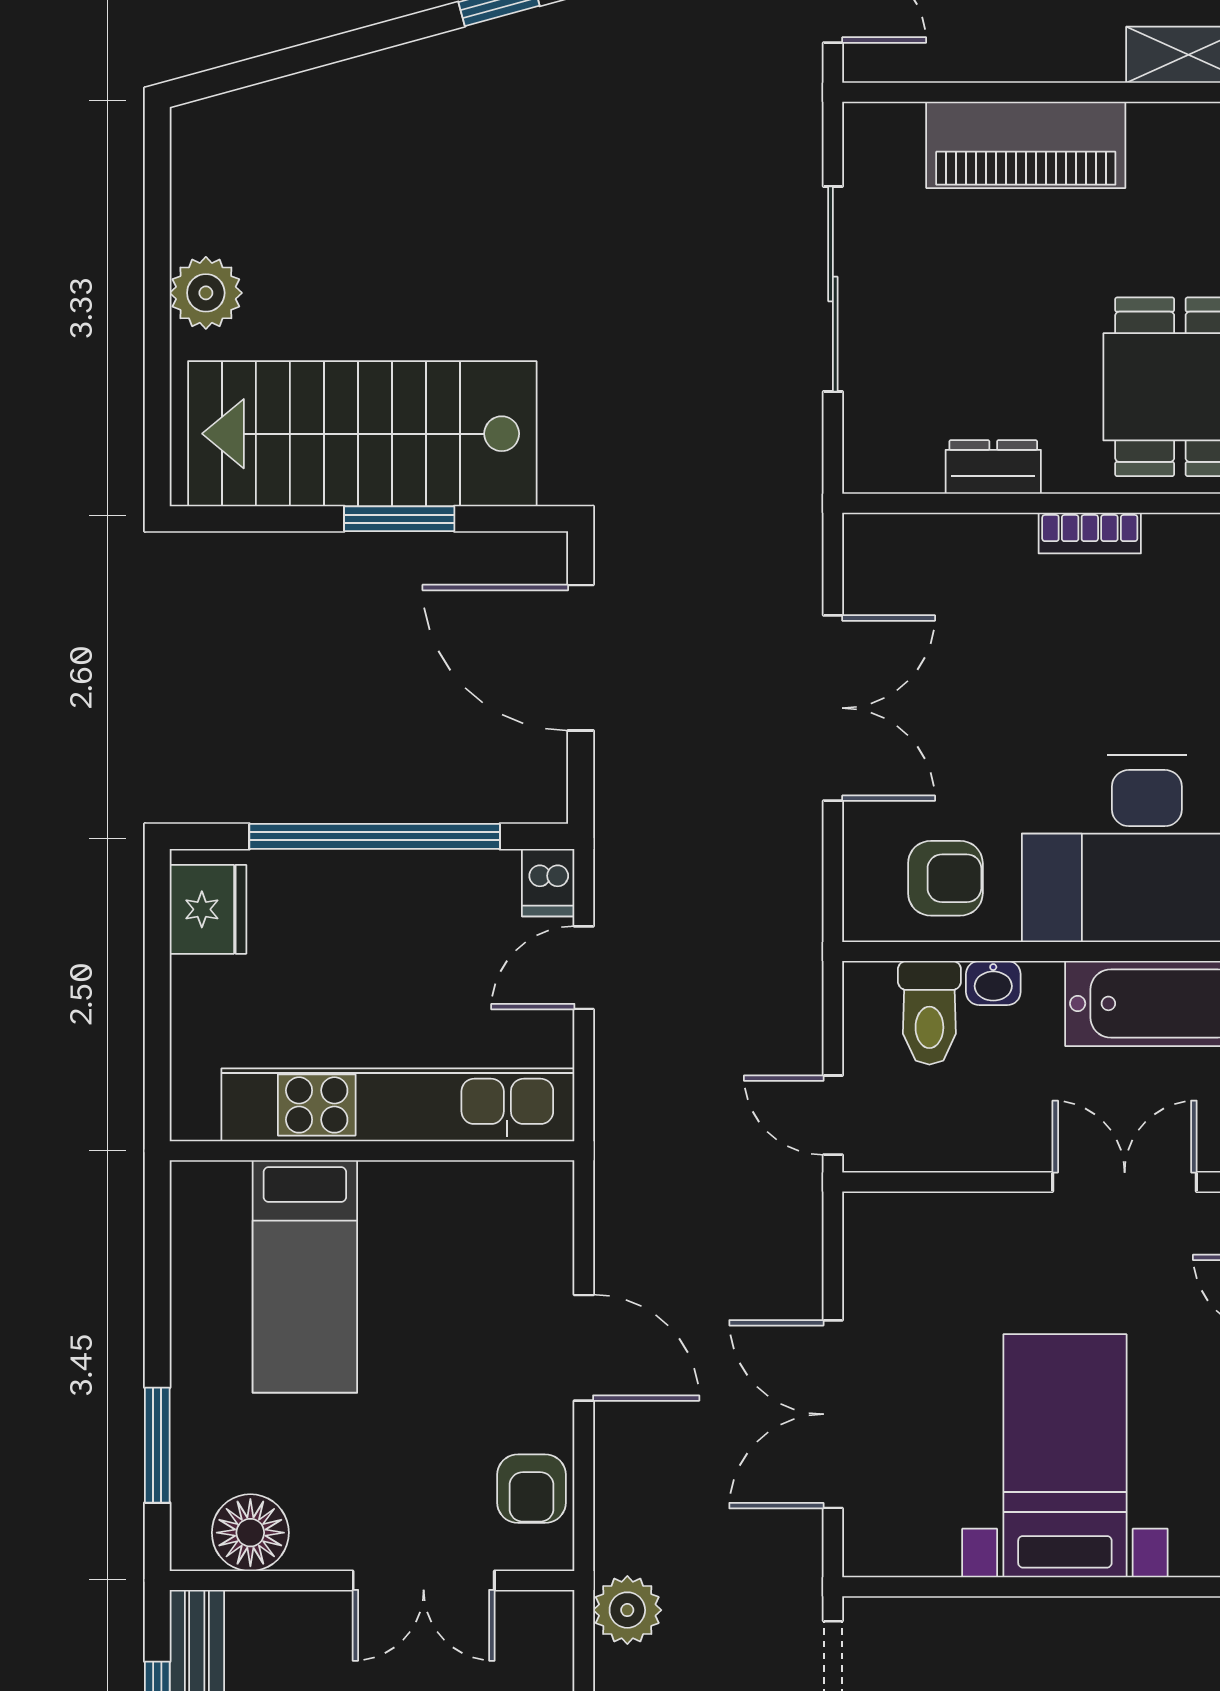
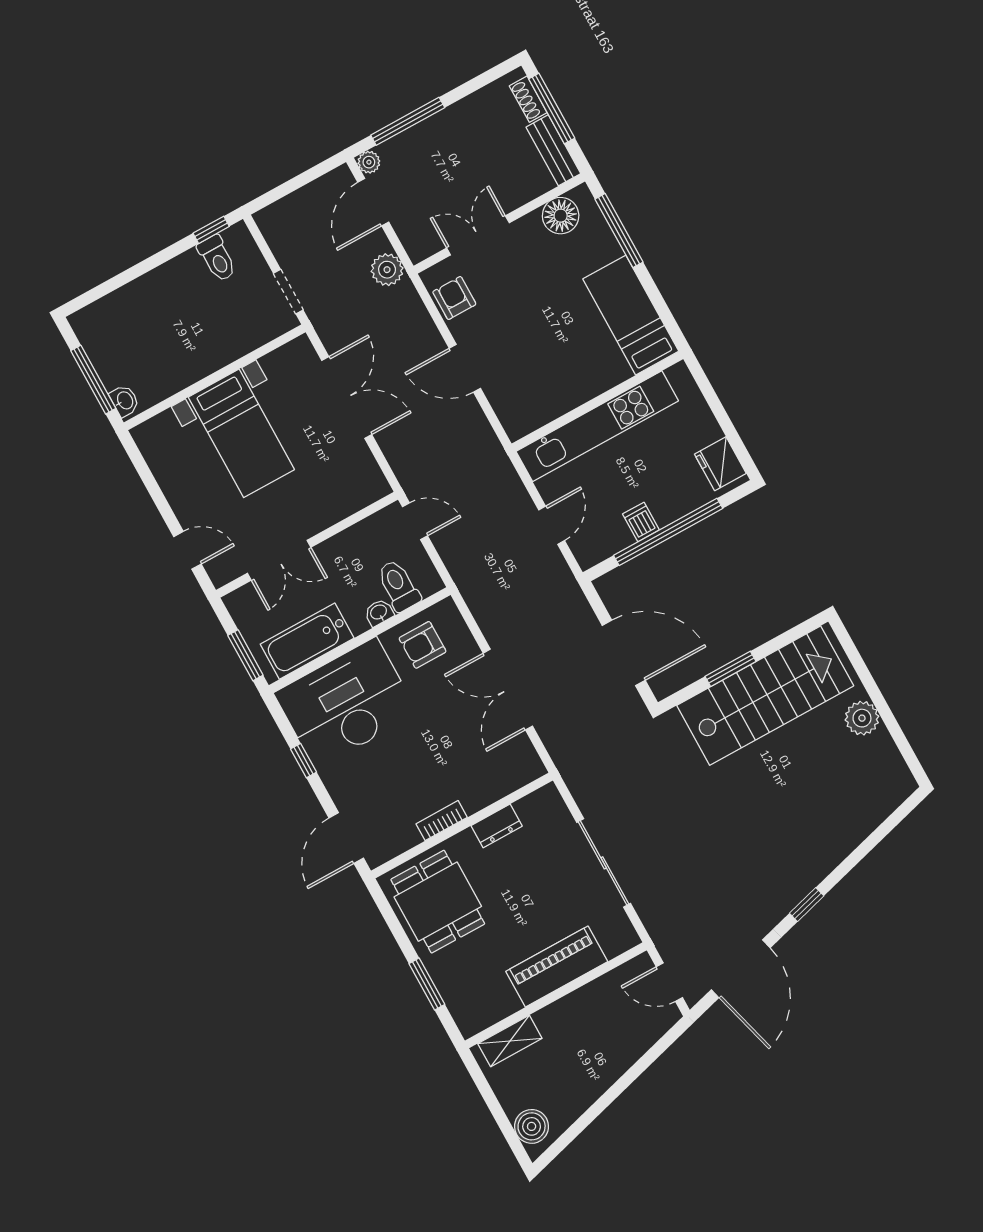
dishwasher: (548, 883) -> (641, 522), moved
bed: (305, 1276) -> (631, 315), moved
window: (157, 1445) -> (619, 231), width x1.44

